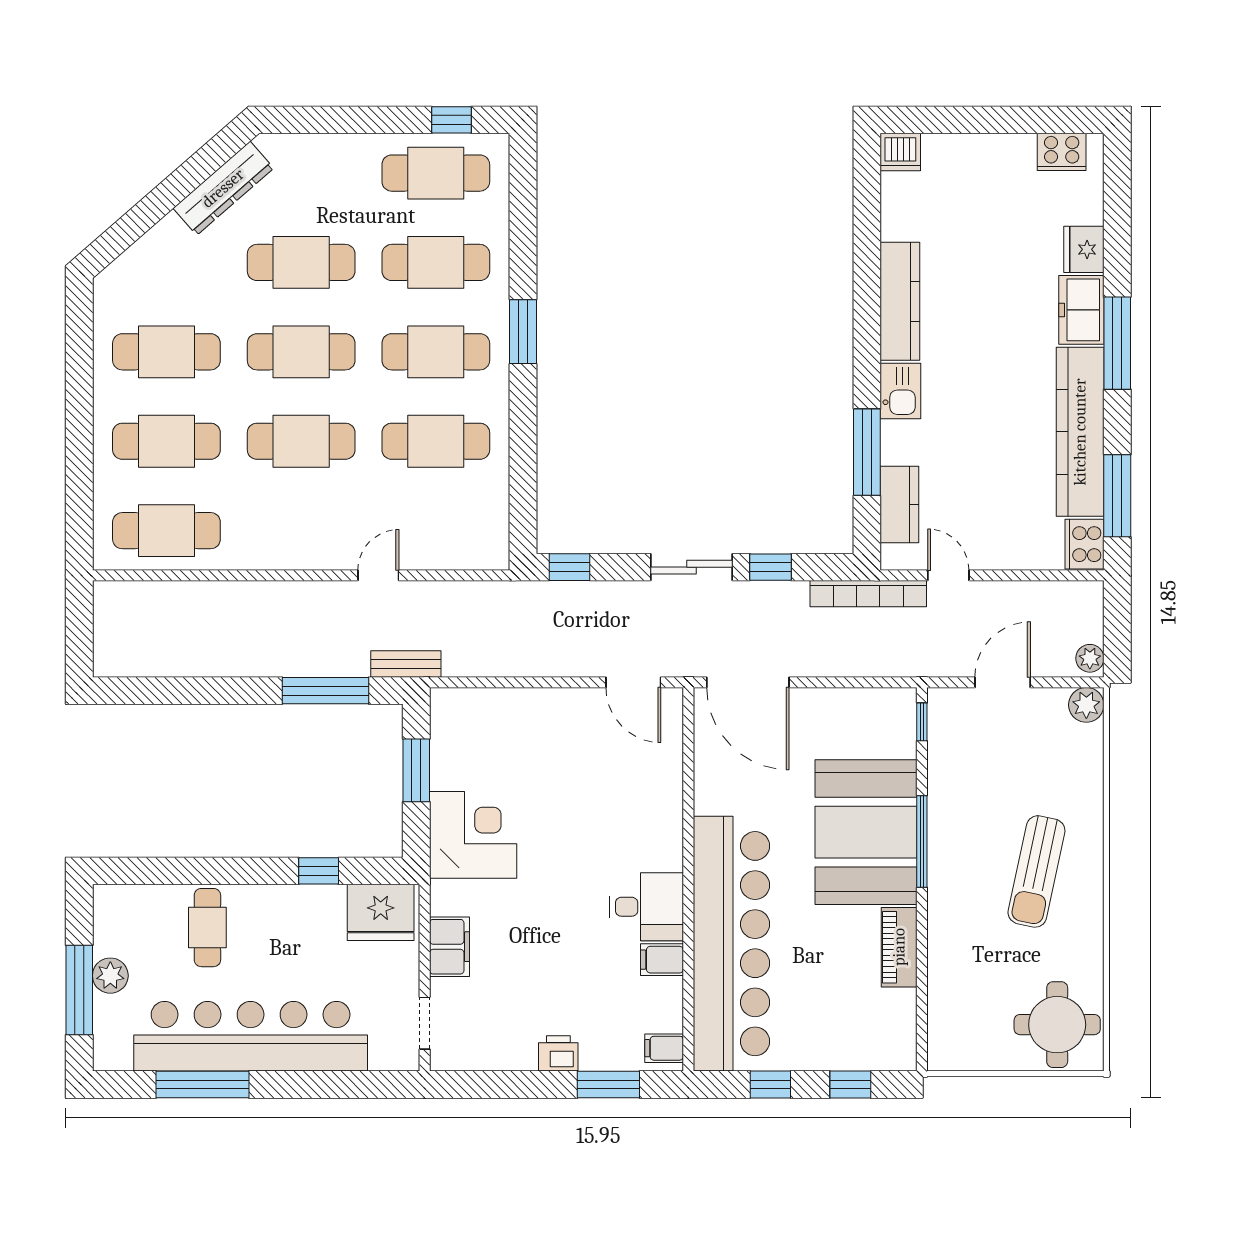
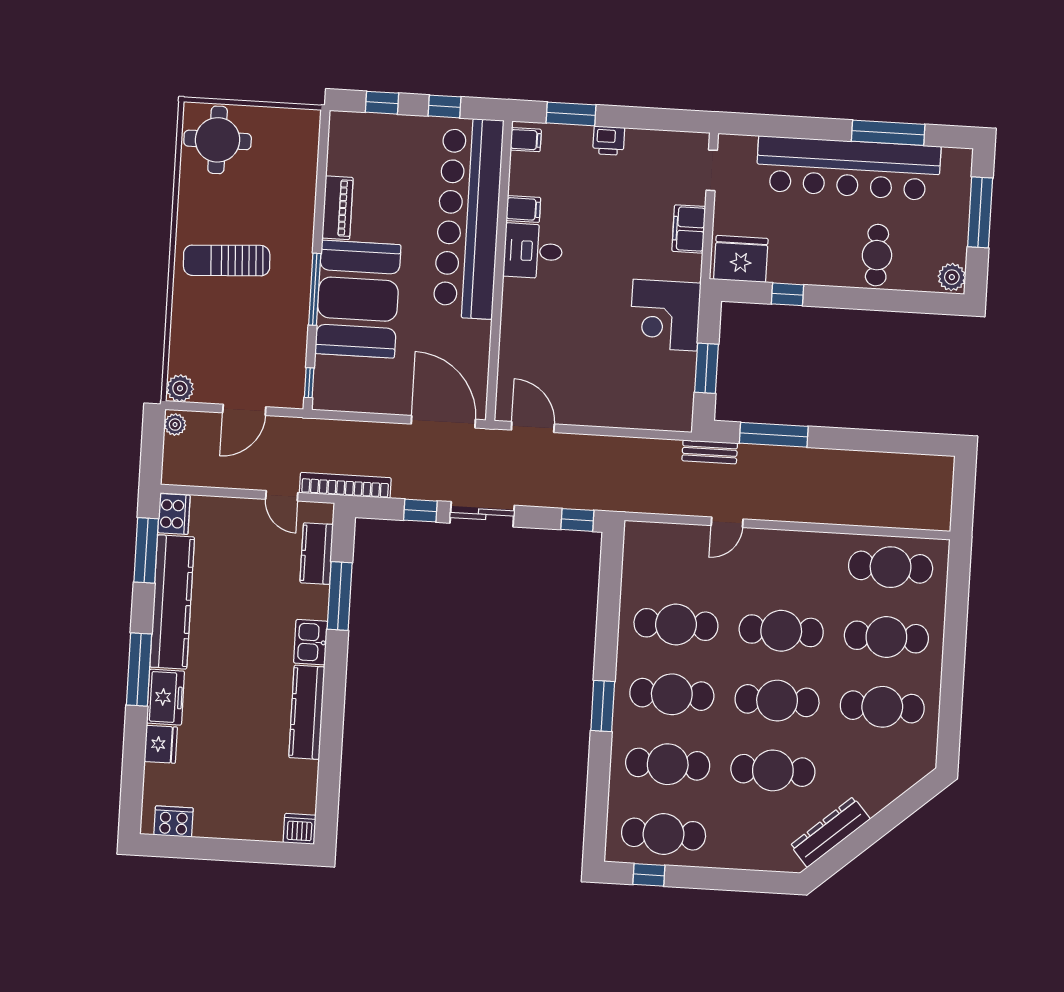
sun lounger: (1036, 871) -> (227, 260), turned -105
plant: (110, 976) -> (952, 277), moved

